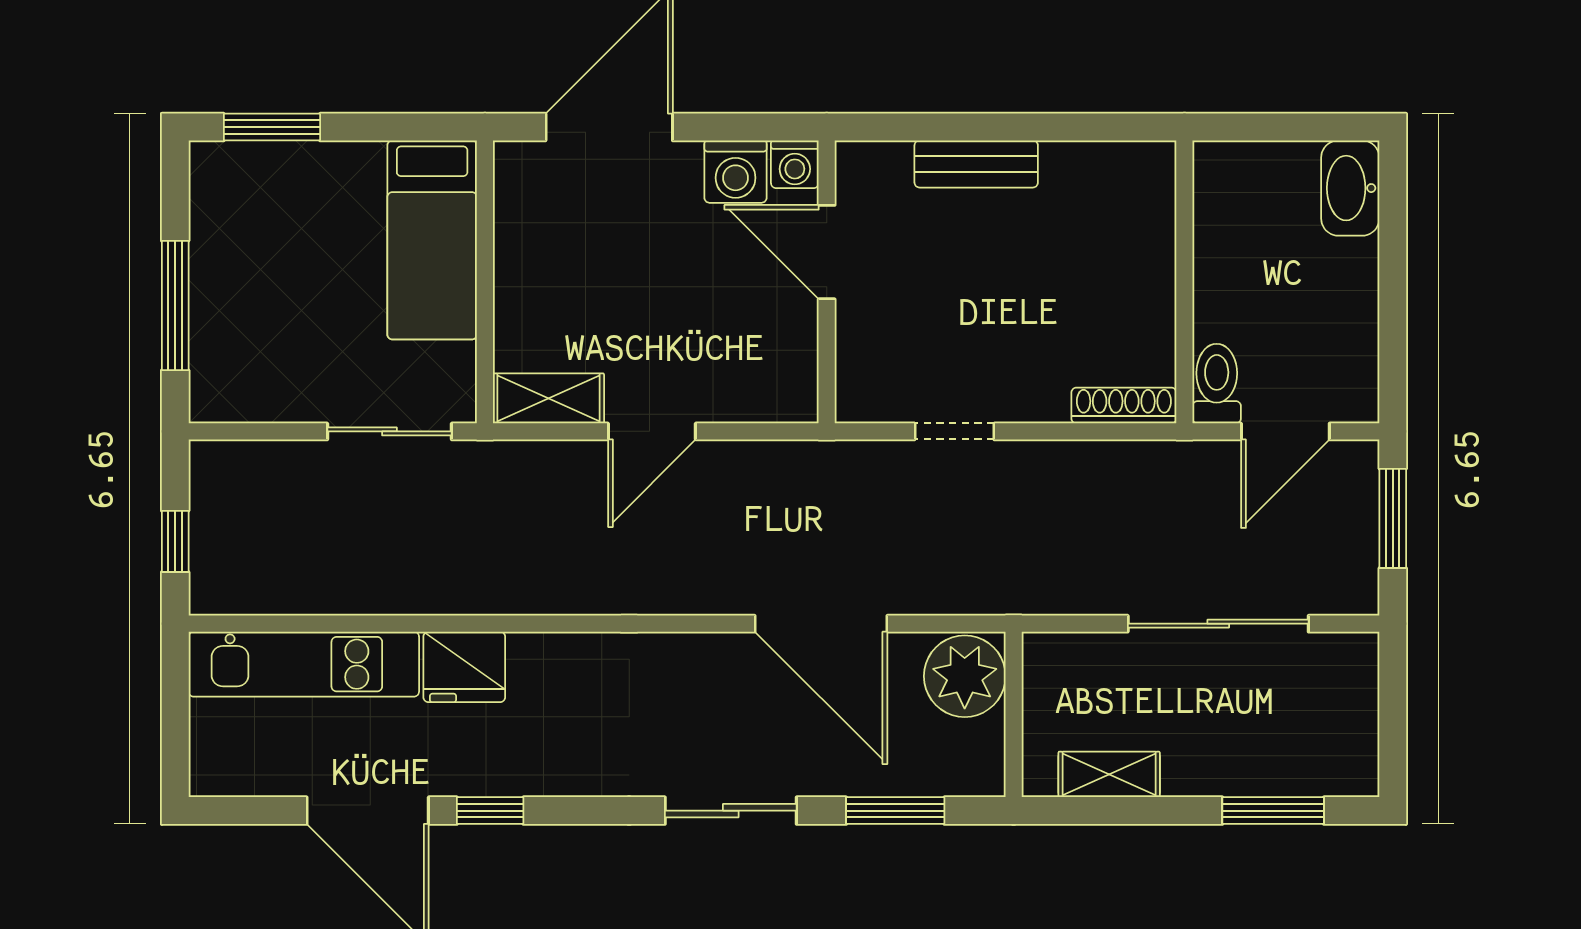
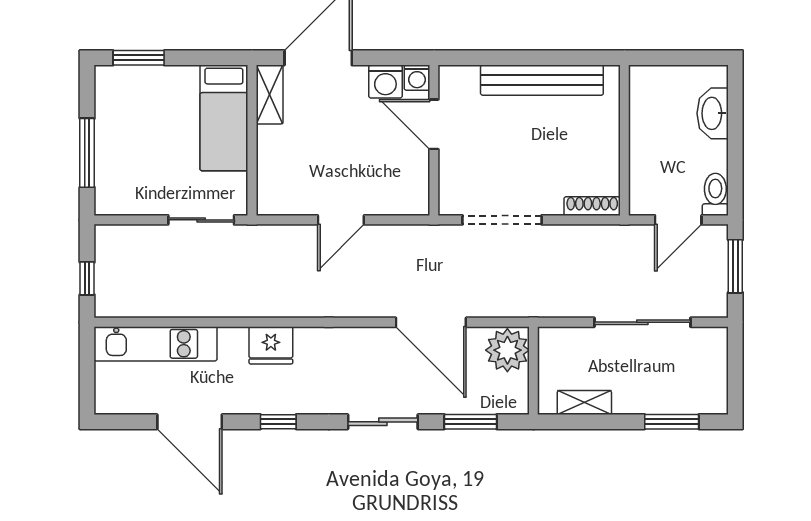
bench: (976, 164) -> (542, 80), width x1.86, depth x1.21
washbasin: (1350, 188) -> (713, 113), moved
toilet: (1217, 384) -> (715, 194), moved
shelving: (548, 398) -> (270, 95), moved, turned 90
doorway: (954, 431) -> (502, 220), width x1.88
fridge: (464, 667) -> (271, 345), moved
window: (490, 811) -> (278, 422), moved

